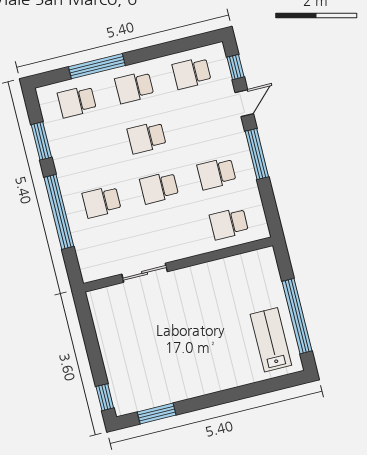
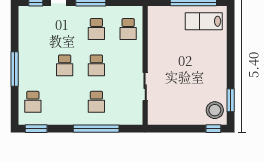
window: (97, 66) -> (15, 69), moved
school desk: (192, 73) -> (33, 29), removed
school desk: (134, 87) -> (33, 65), removed
window: (41, 141) -> (36, 129), moved
stool: (135, 392) -> (215, 110), added

